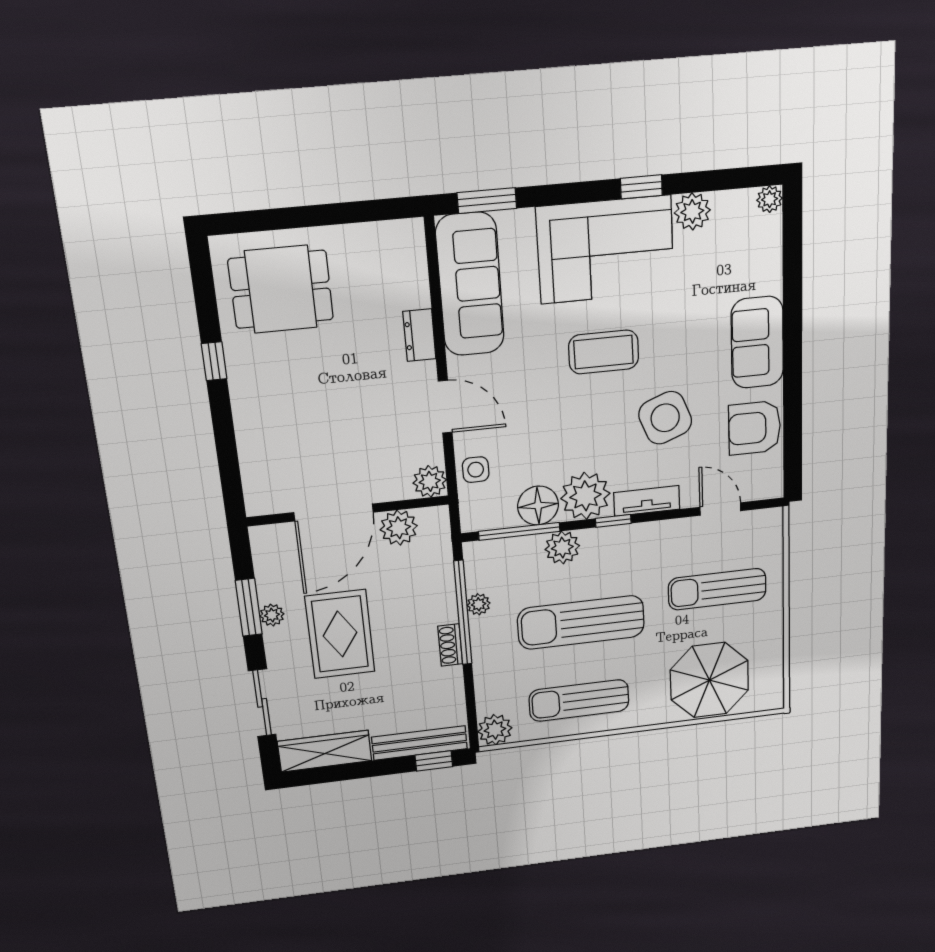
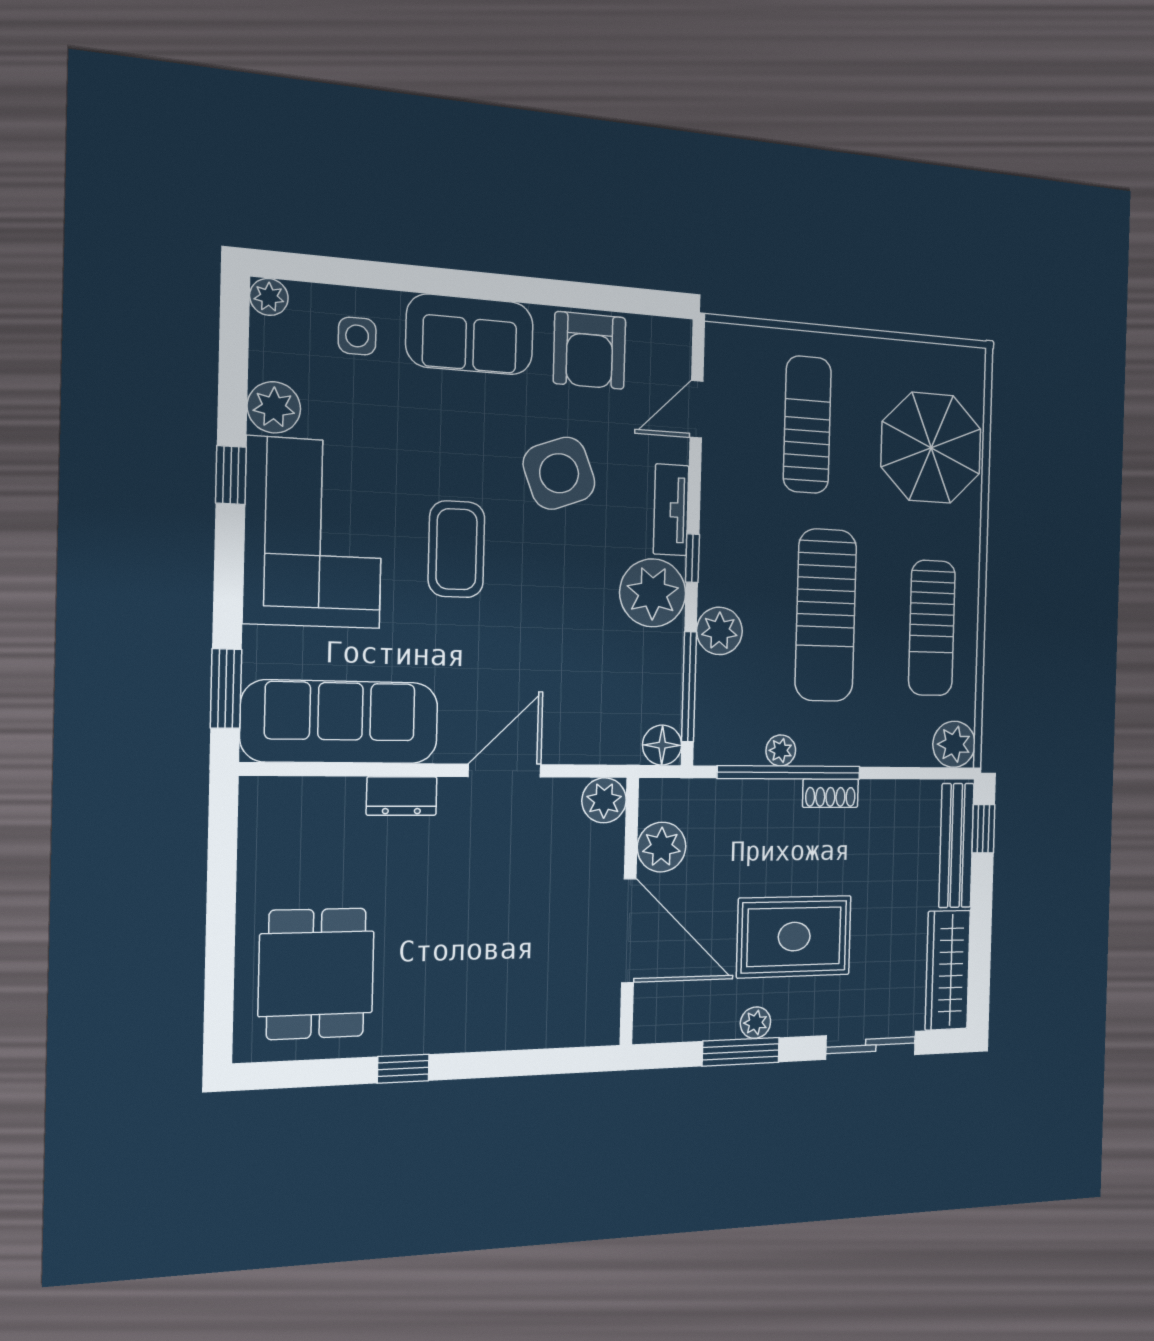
side table: (476, 470) -> (357, 336), moved
floor lamp: (538, 505) -> (662, 745), moved, width x0.73, depth x0.73
sun lounger: (717, 589) -> (807, 425), turned 180

